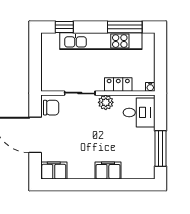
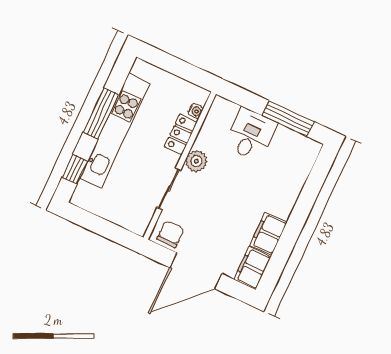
window: (125, 27) -> (101, 113), moved
water cooler: (150, 87) -> (195, 111), moved
desk: (139, 112) -> (251, 135), moved
filing cabinet: (108, 170) -> (269, 234), moved

